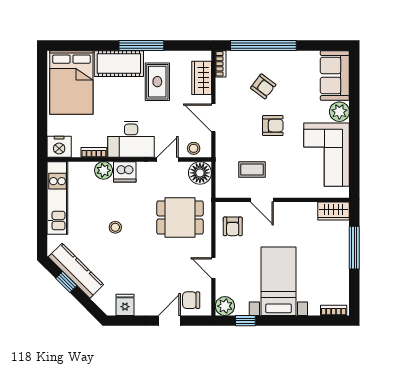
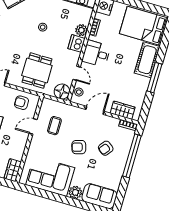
rug: (157, 82) -> (128, 81), removed
armchair: (273, 126) -> (79, 147), turned 73
desk: (131, 139) -> (96, 54), width x0.73

